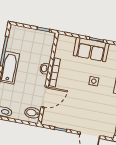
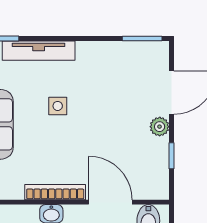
plant: (75, 126) -> (160, 127), added

